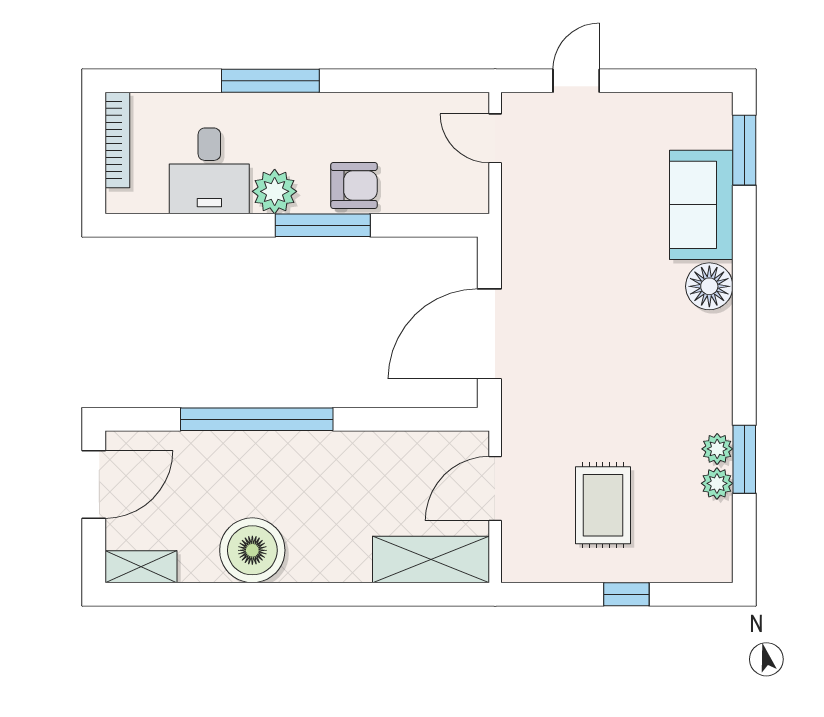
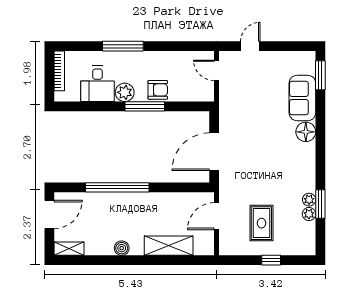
boiler: (252, 550) -> (122, 248), width x0.54, depth x0.54
shelving: (431, 559) -> (169, 246), moved

